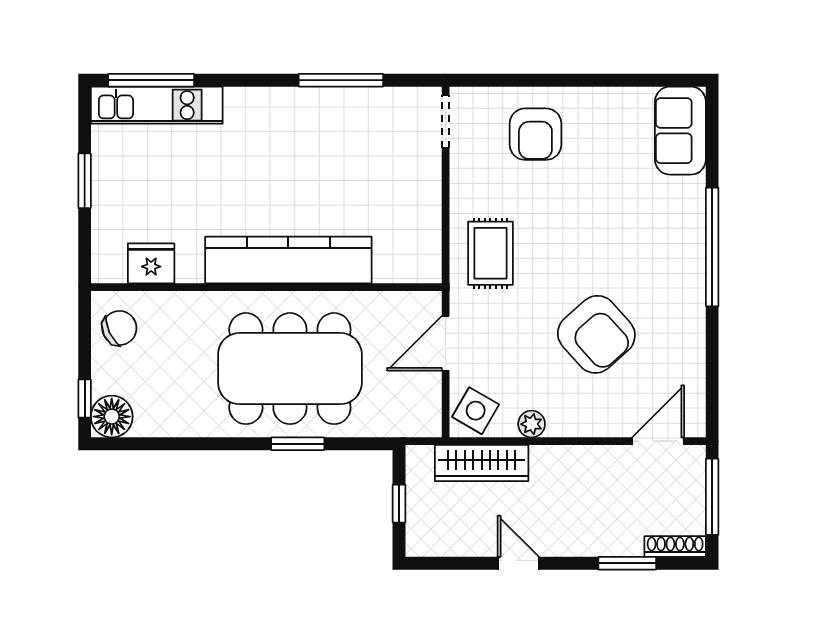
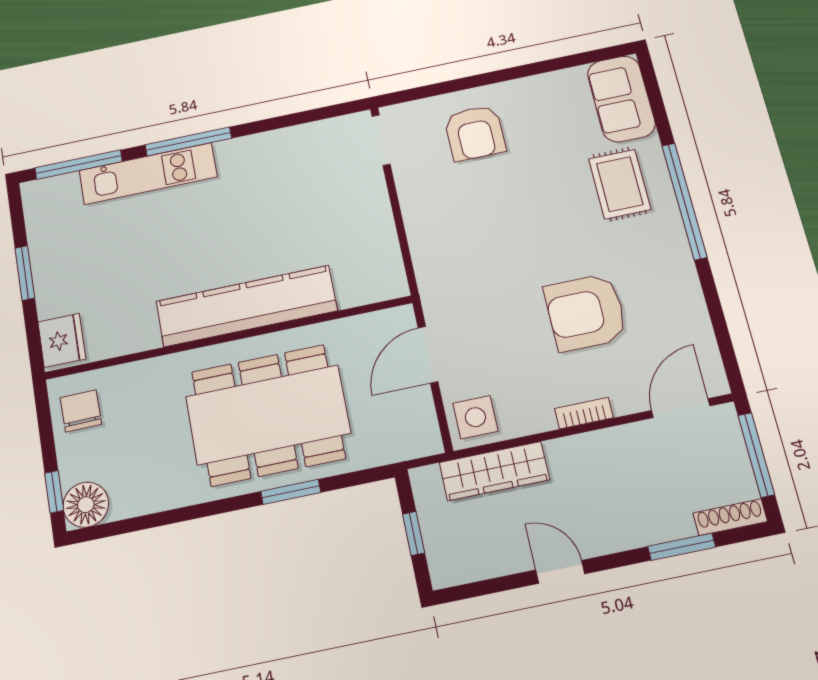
window: (341, 80) -> (188, 142), moved
kitchen unit: (157, 105) -> (148, 174), moved
rug: (490, 253) -> (620, 184), moved
fridge: (151, 263) -> (62, 340), moved, turned 90
chair: (119, 328) -> (81, 411), turned -66
armchair: (596, 334) -> (586, 312), turned 132
side table: (476, 411) -> (475, 417), turned -30
plant: (532, 424) -> (539, 419), removed
bookcase: (572, 428) -> (584, 413), added

